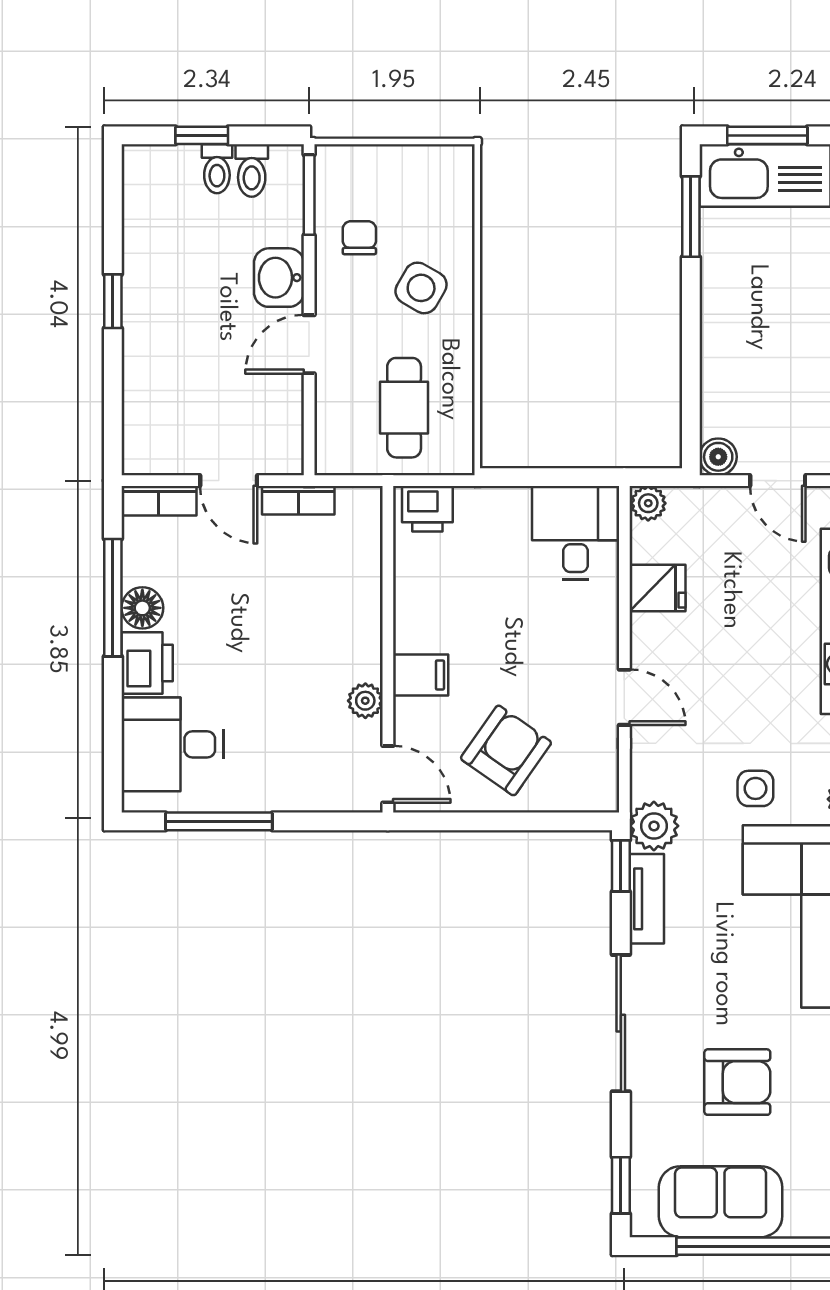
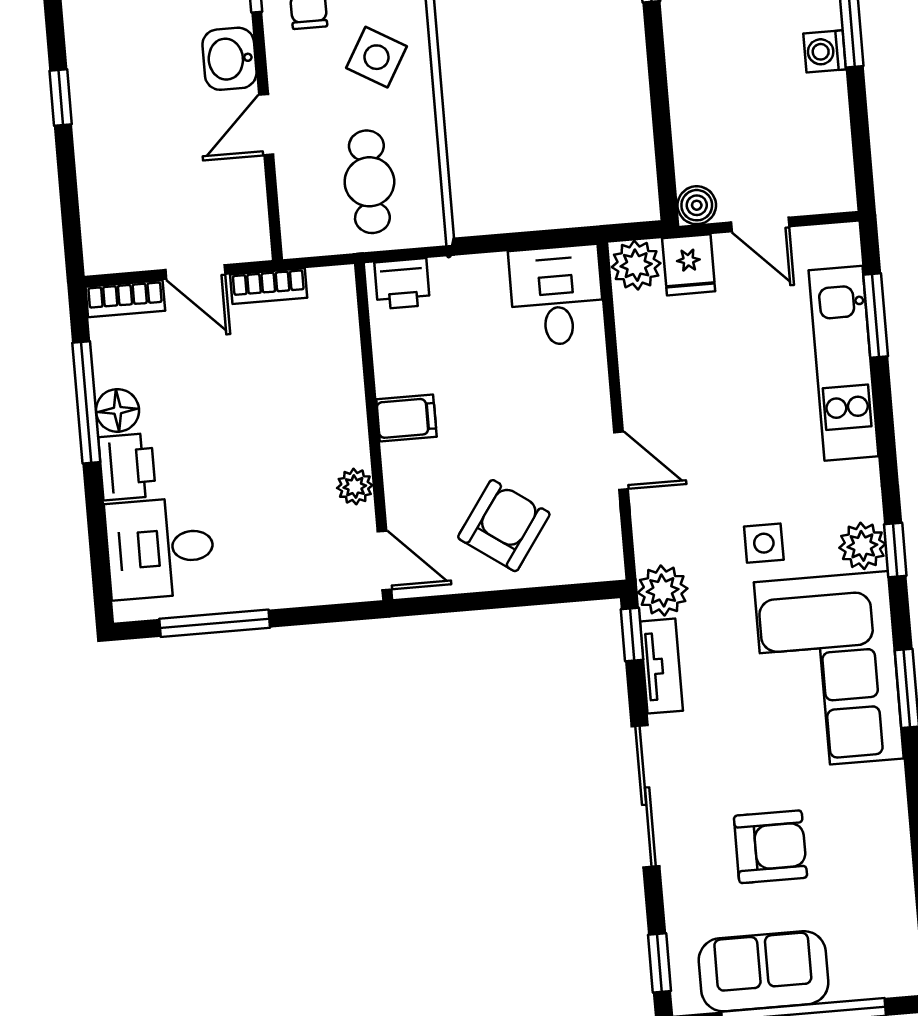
plant: (648, 503) -> (636, 265), width x1.38, depth x1.38
fridge: (657, 588) -> (689, 265), moved, turned 90
filing cabinet: (421, 675) -> (406, 418), moved

